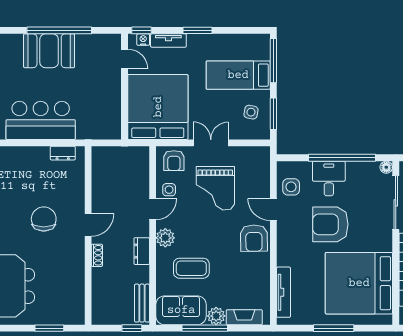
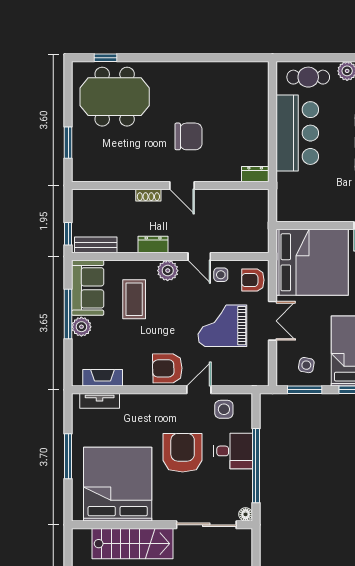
dresser: (63, 153) -> (255, 174), moved, turned 90
tv unit: (283, 292) -> (100, 401), width x0.71
fireplace: (244, 317) -> (103, 378), moved, turned -90

